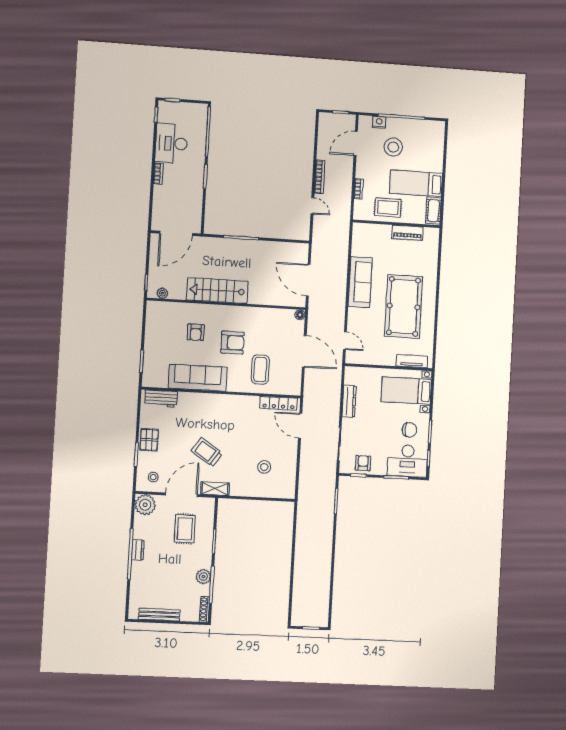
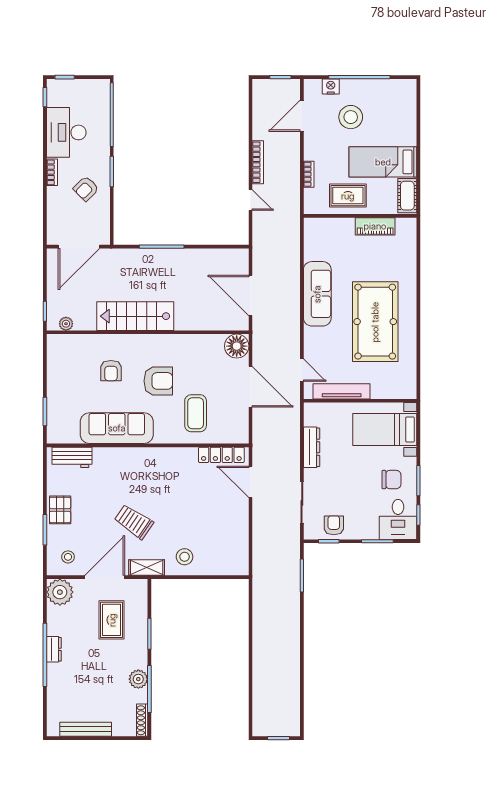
armchair: (184, 188) -> (86, 189), added
floor lamp: (300, 315) -> (237, 346), width x1.89, depth x1.89
tv unit: (412, 361) -> (342, 391), moved, width x1.41
desk: (407, 461) -> (398, 519), width x0.73
stool: (264, 467) -> (185, 557), moved

